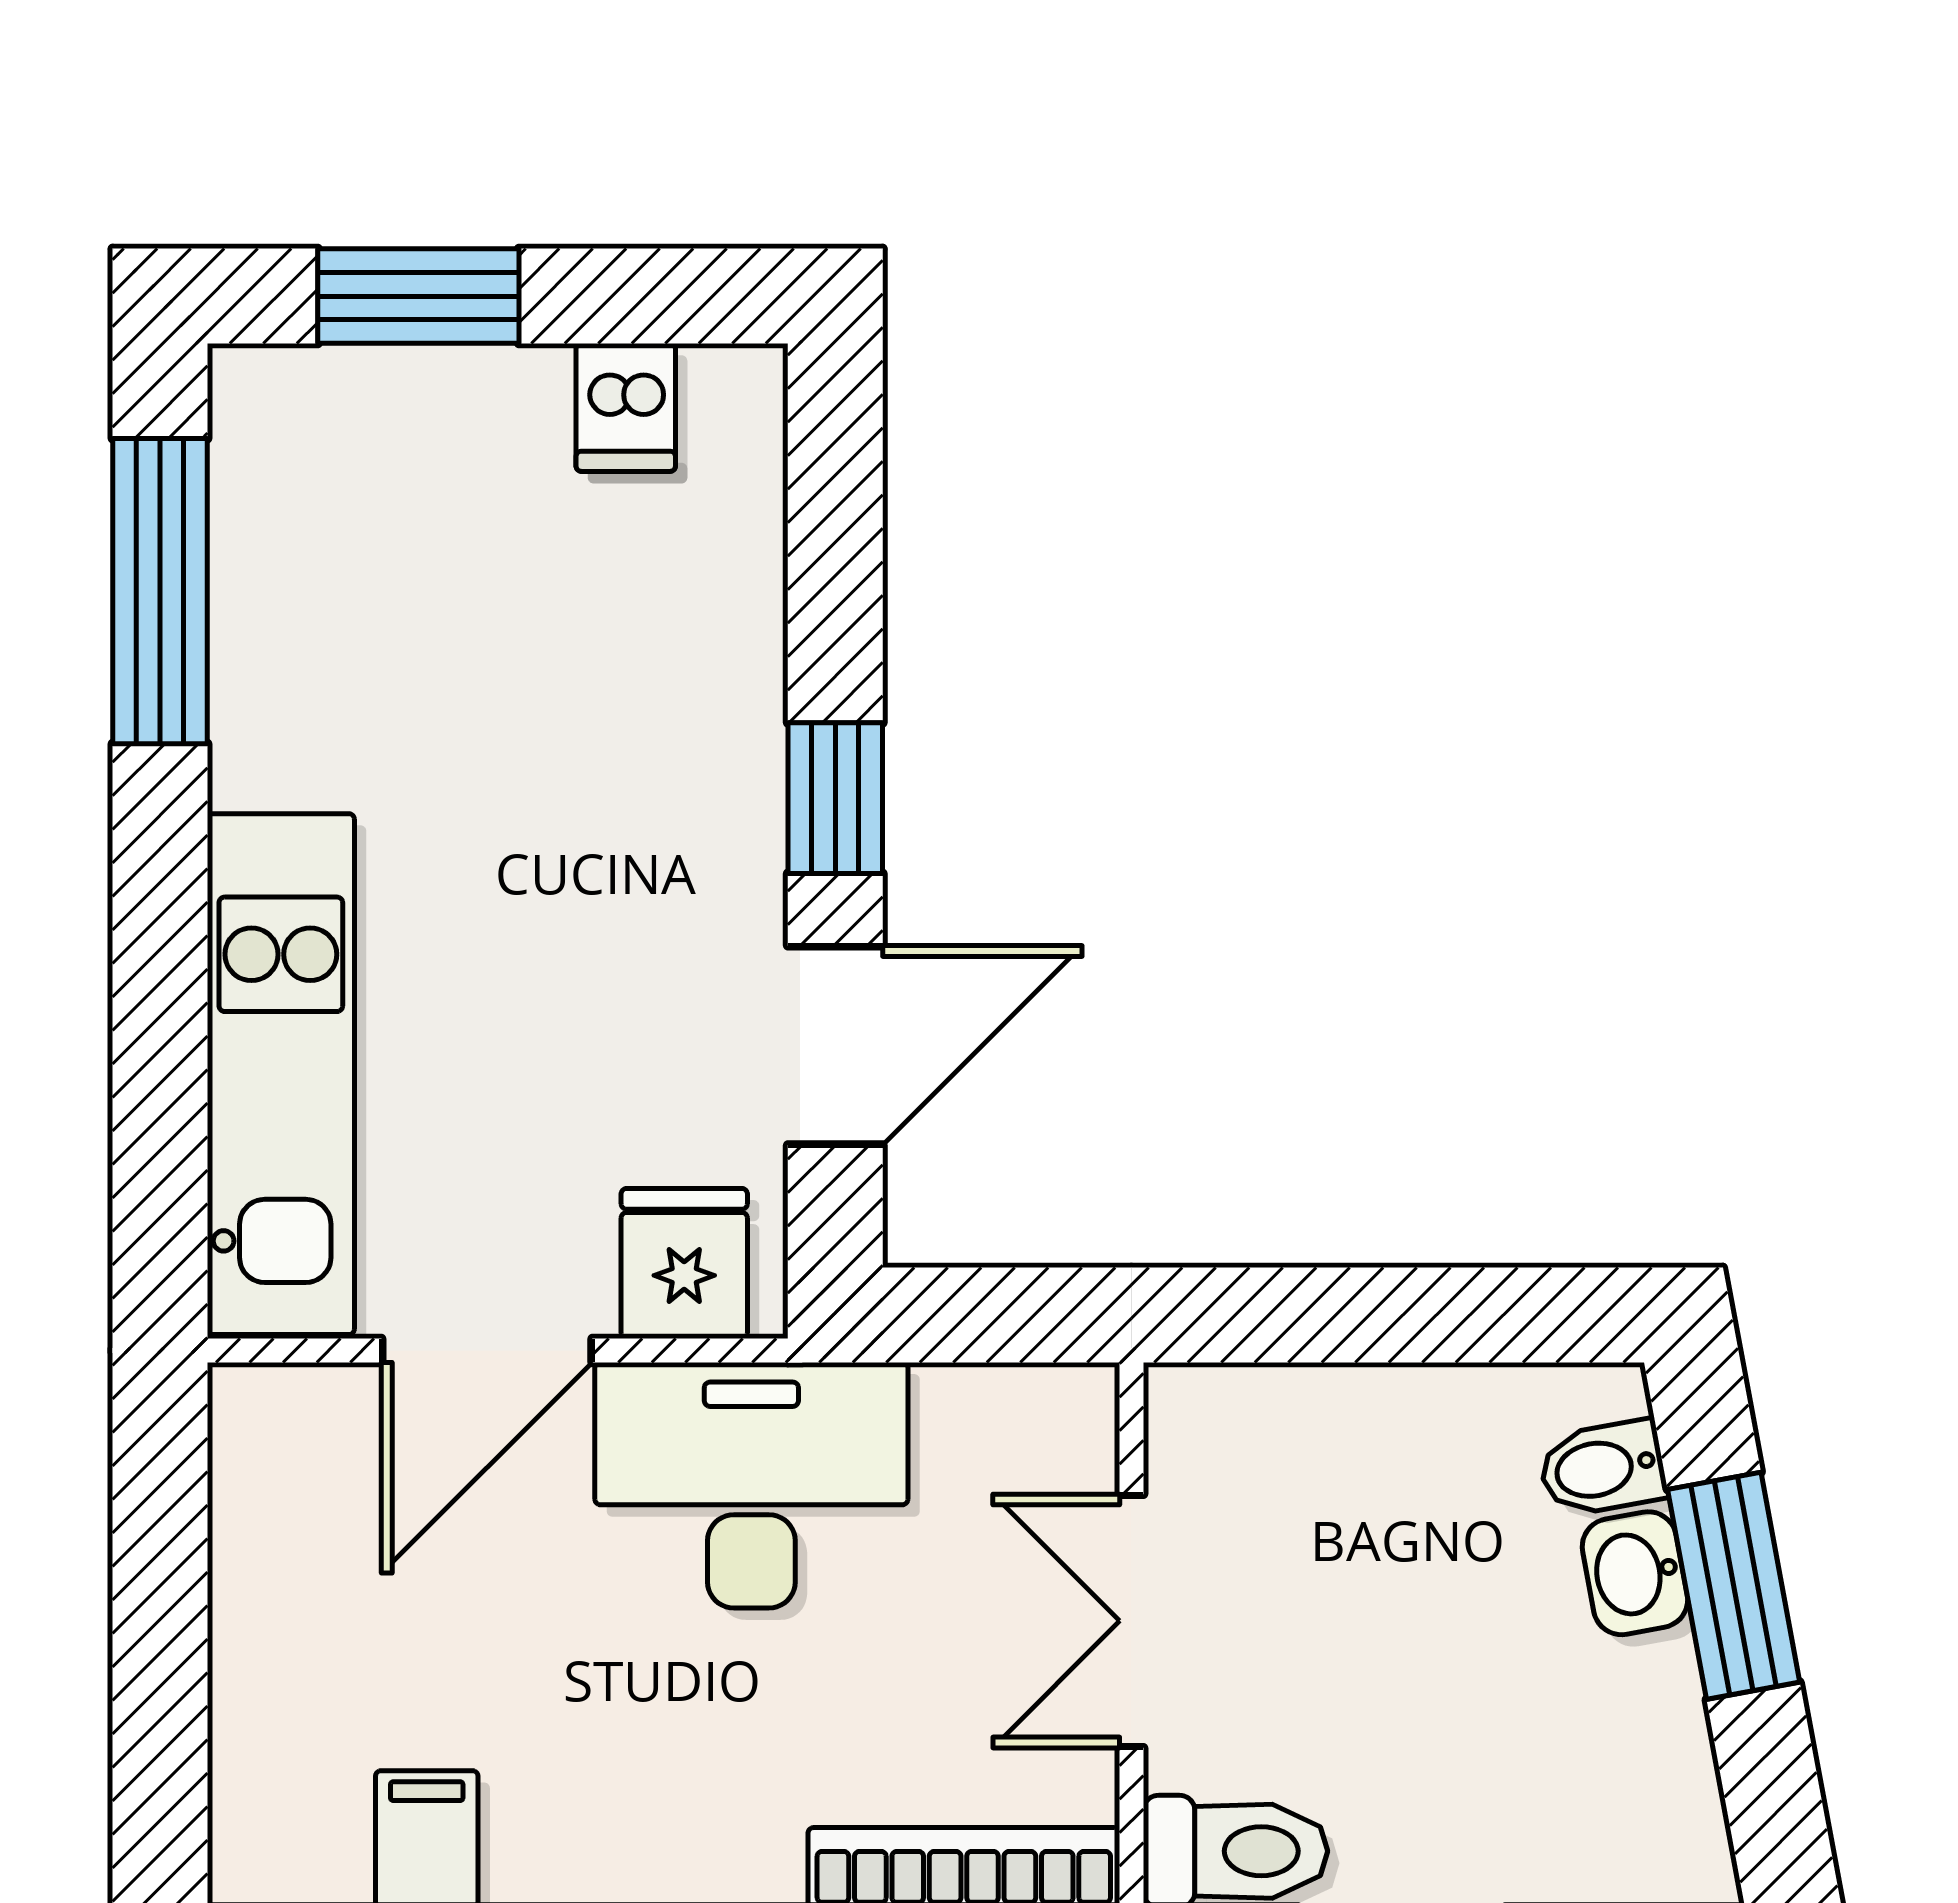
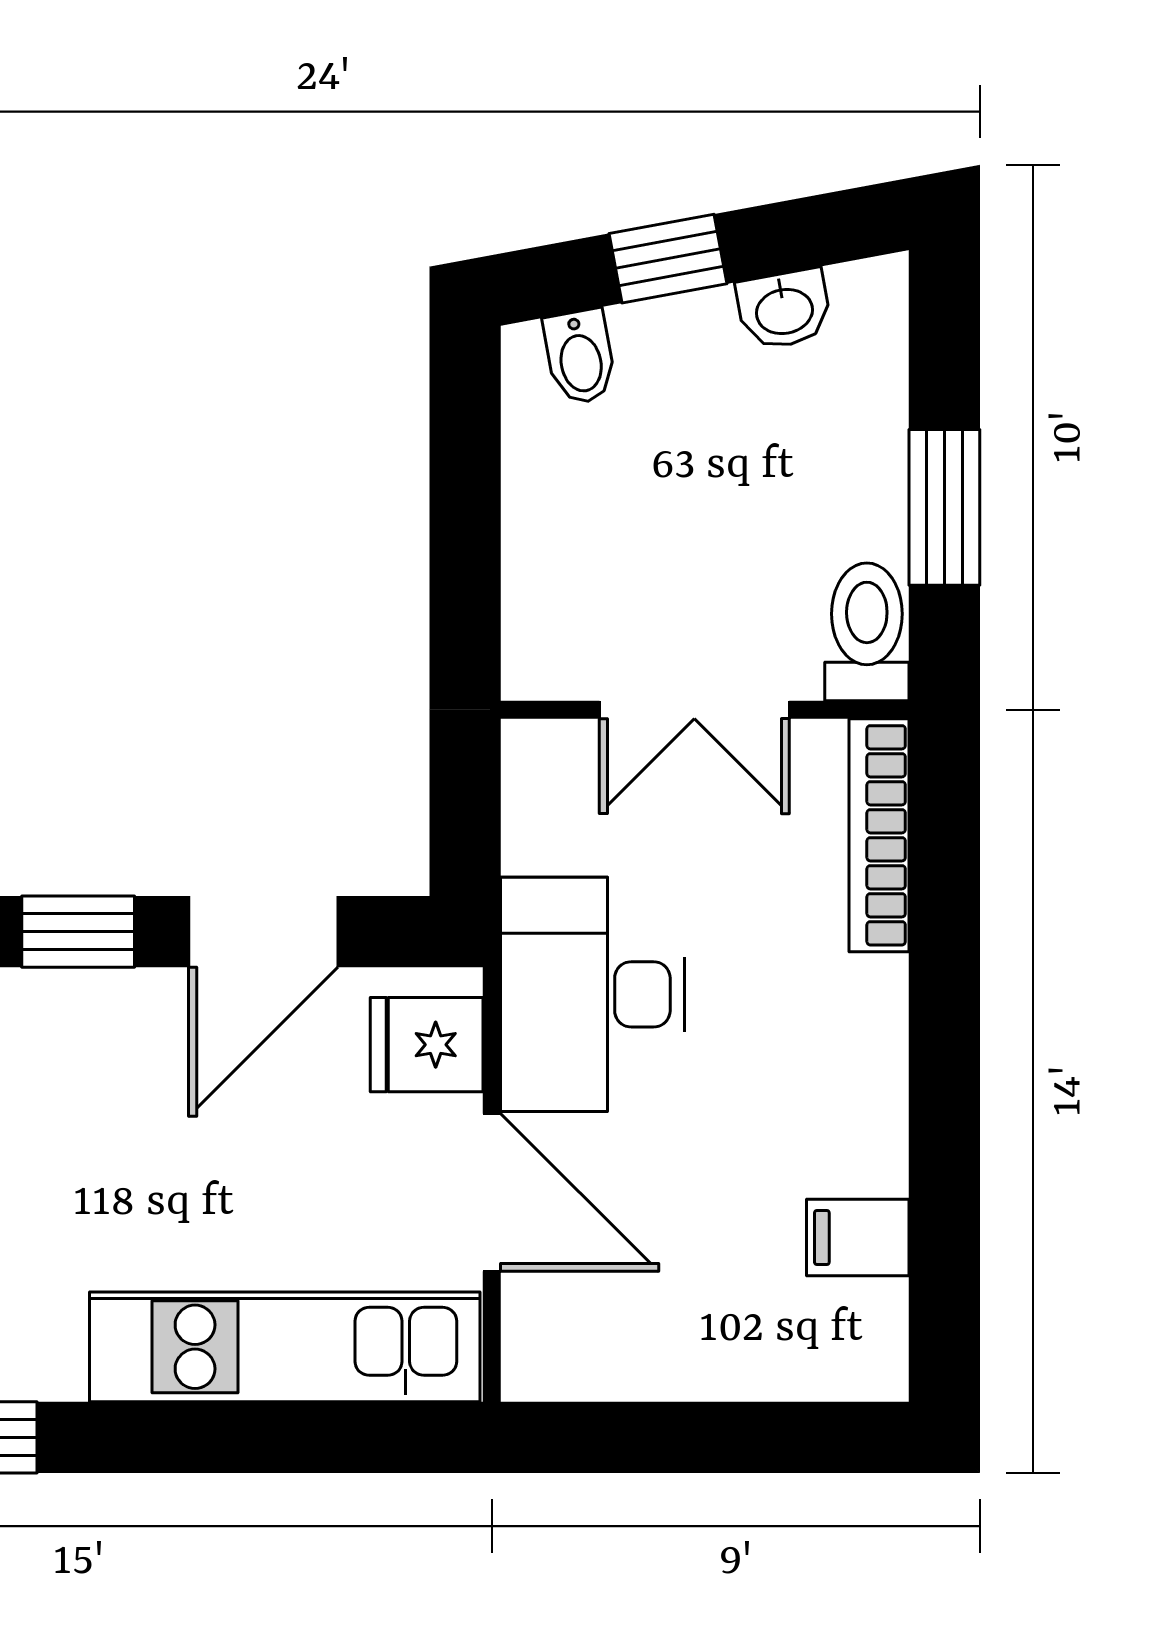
door: (835, 1045) -> (263, 932), swing flipped
washbasin: (1635, 1573) -> (784, 309), moved
window: (1734, 1586) -> (668, 259), width x0.67

